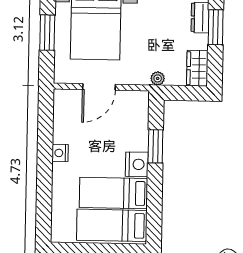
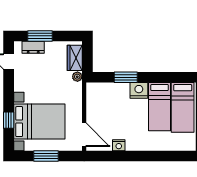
wardrobe: (197, 68) -> (75, 58), moved, turned 90
door: (99, 87) -> (84, 135), moved
nightstand: (60, 153) -> (119, 145), moved

